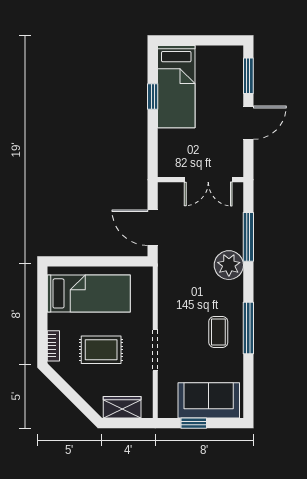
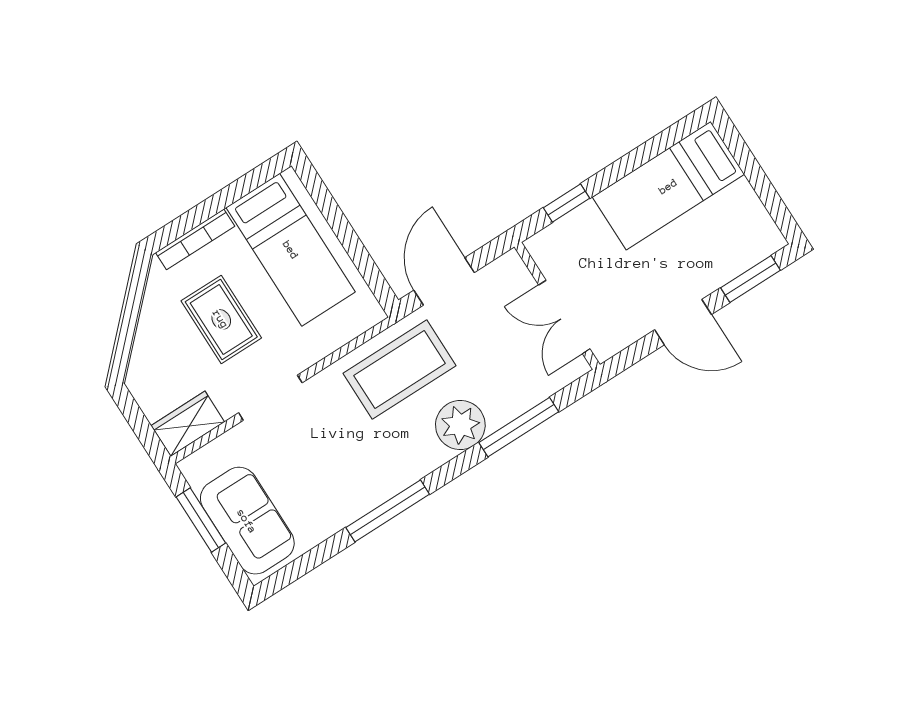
window: (153, 97) -> (567, 203), moved
coffee table: (218, 332) -> (400, 369), moved, width x1.86, depth x1.72
bookcase: (53, 346) -> (195, 239), width x1.56
wardrobe: (122, 407) -> (188, 424), moved, turned -90
window: (194, 423) -> (201, 520), width x1.50

